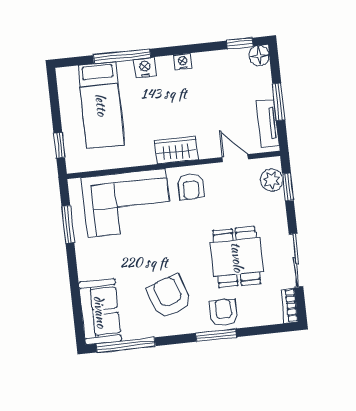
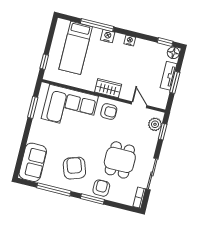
tv unit: (268, 123) -> (168, 76), moved
armchair: (191, 187) -> (109, 111), turned -90
window: (126, 345) -> (54, 189), moved

